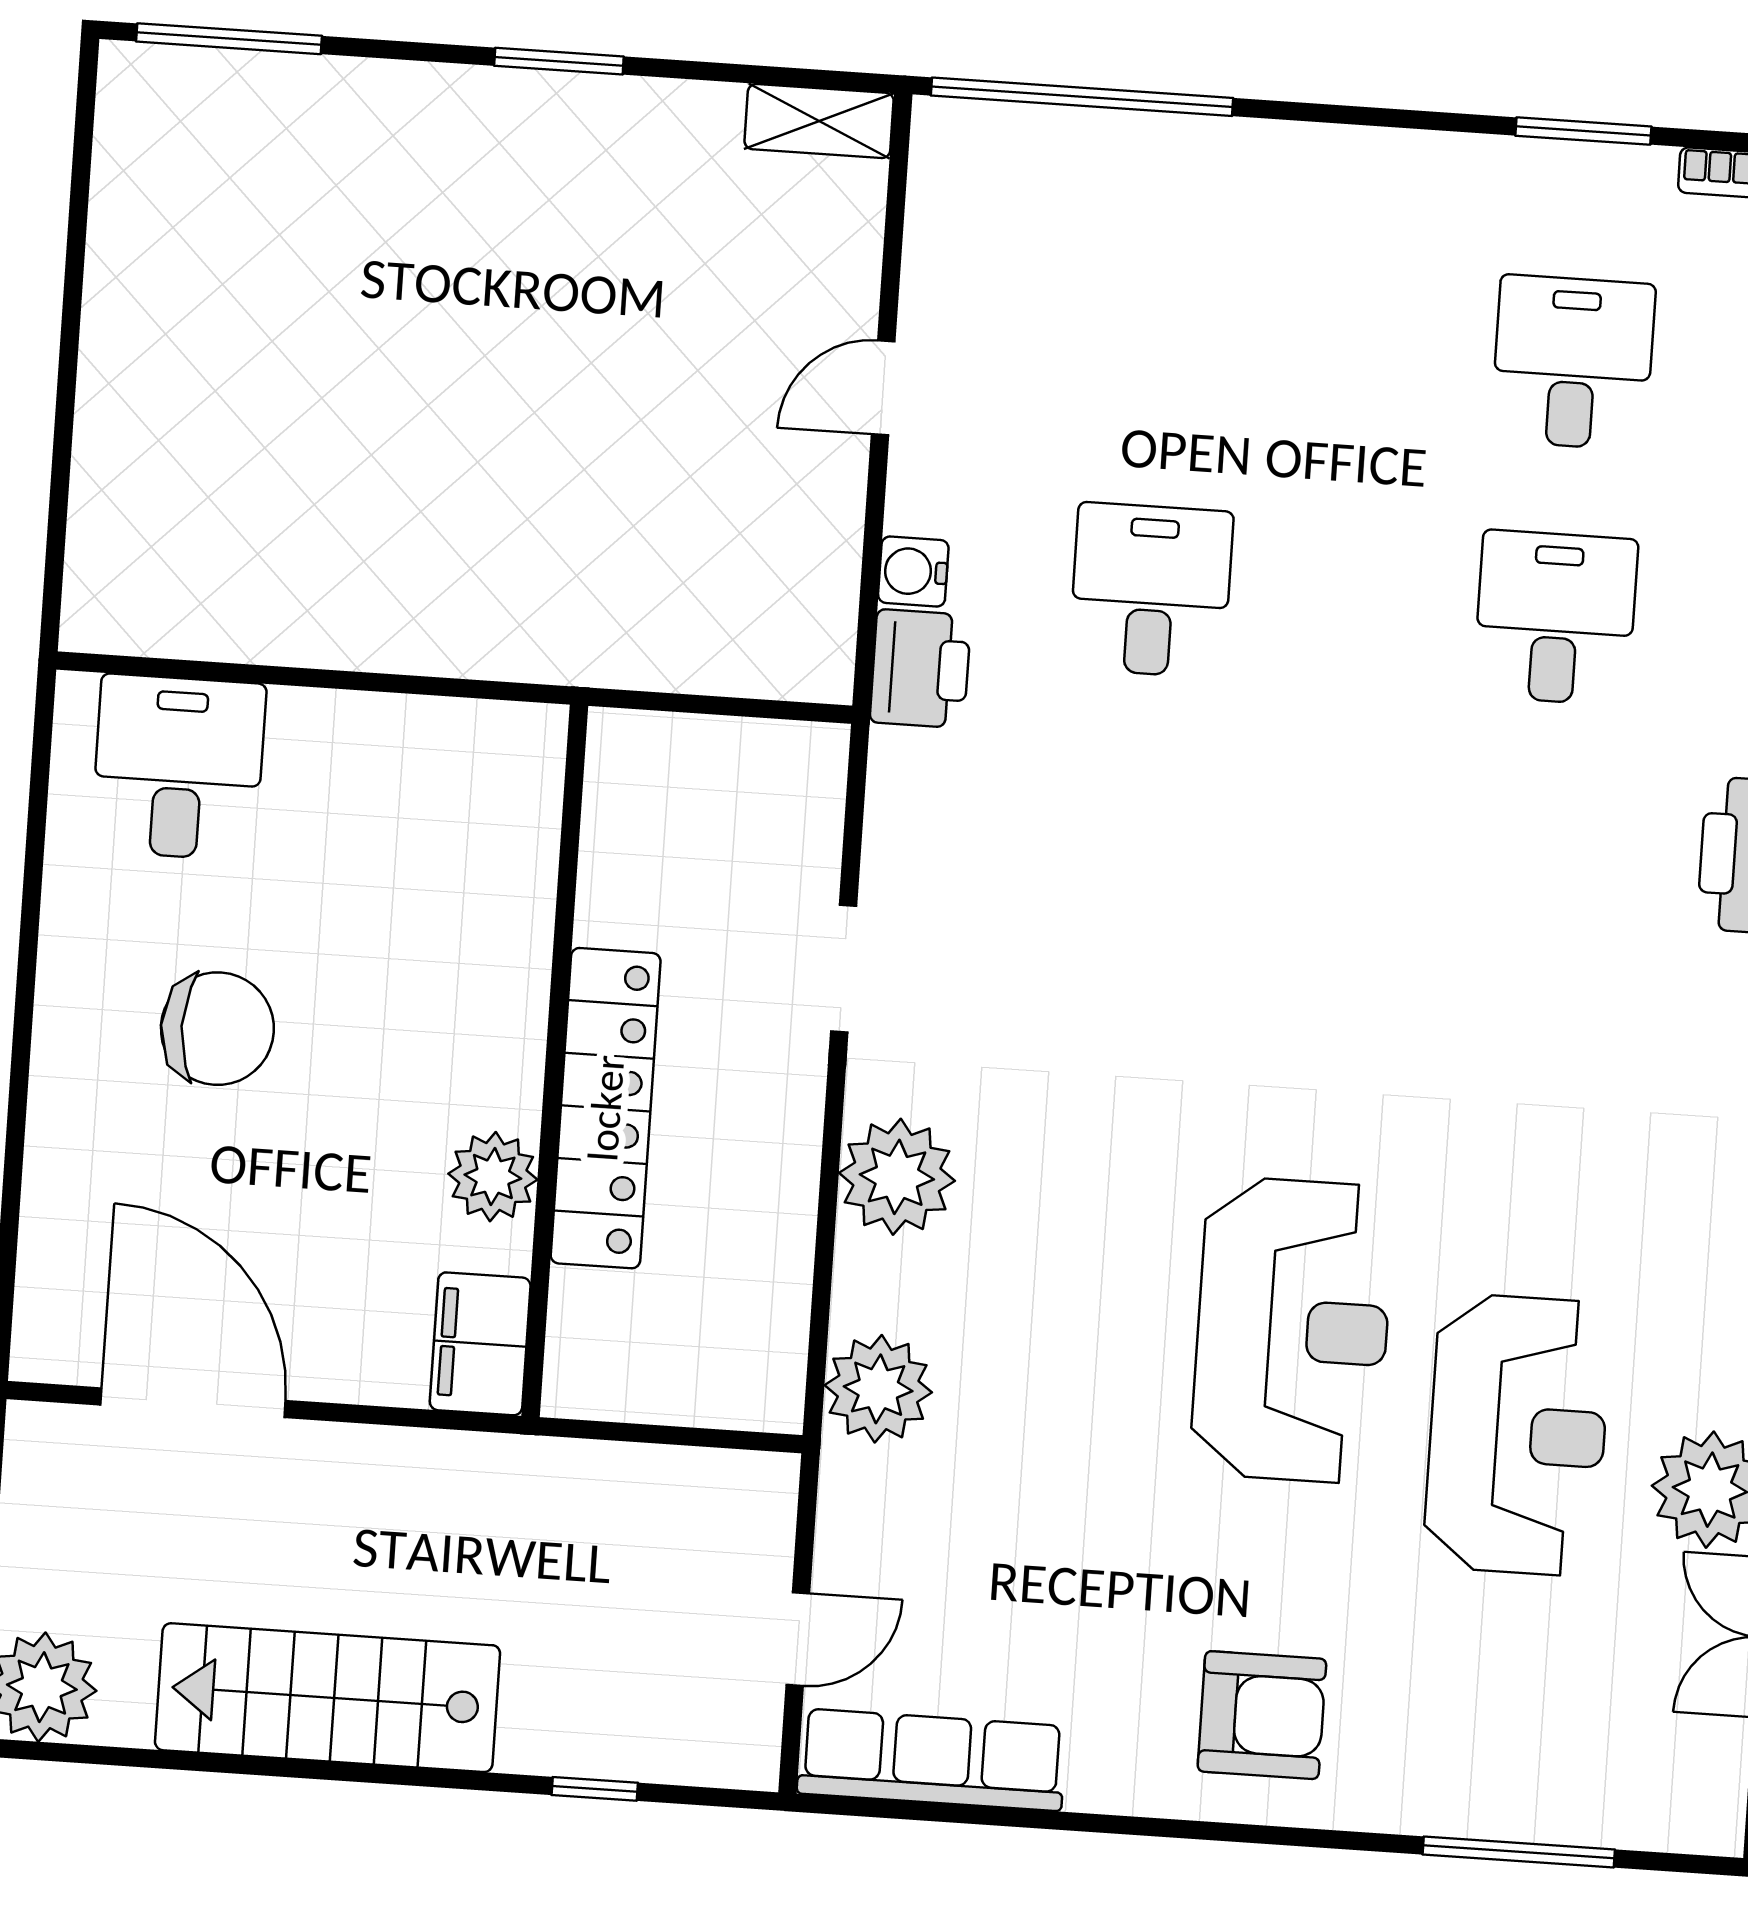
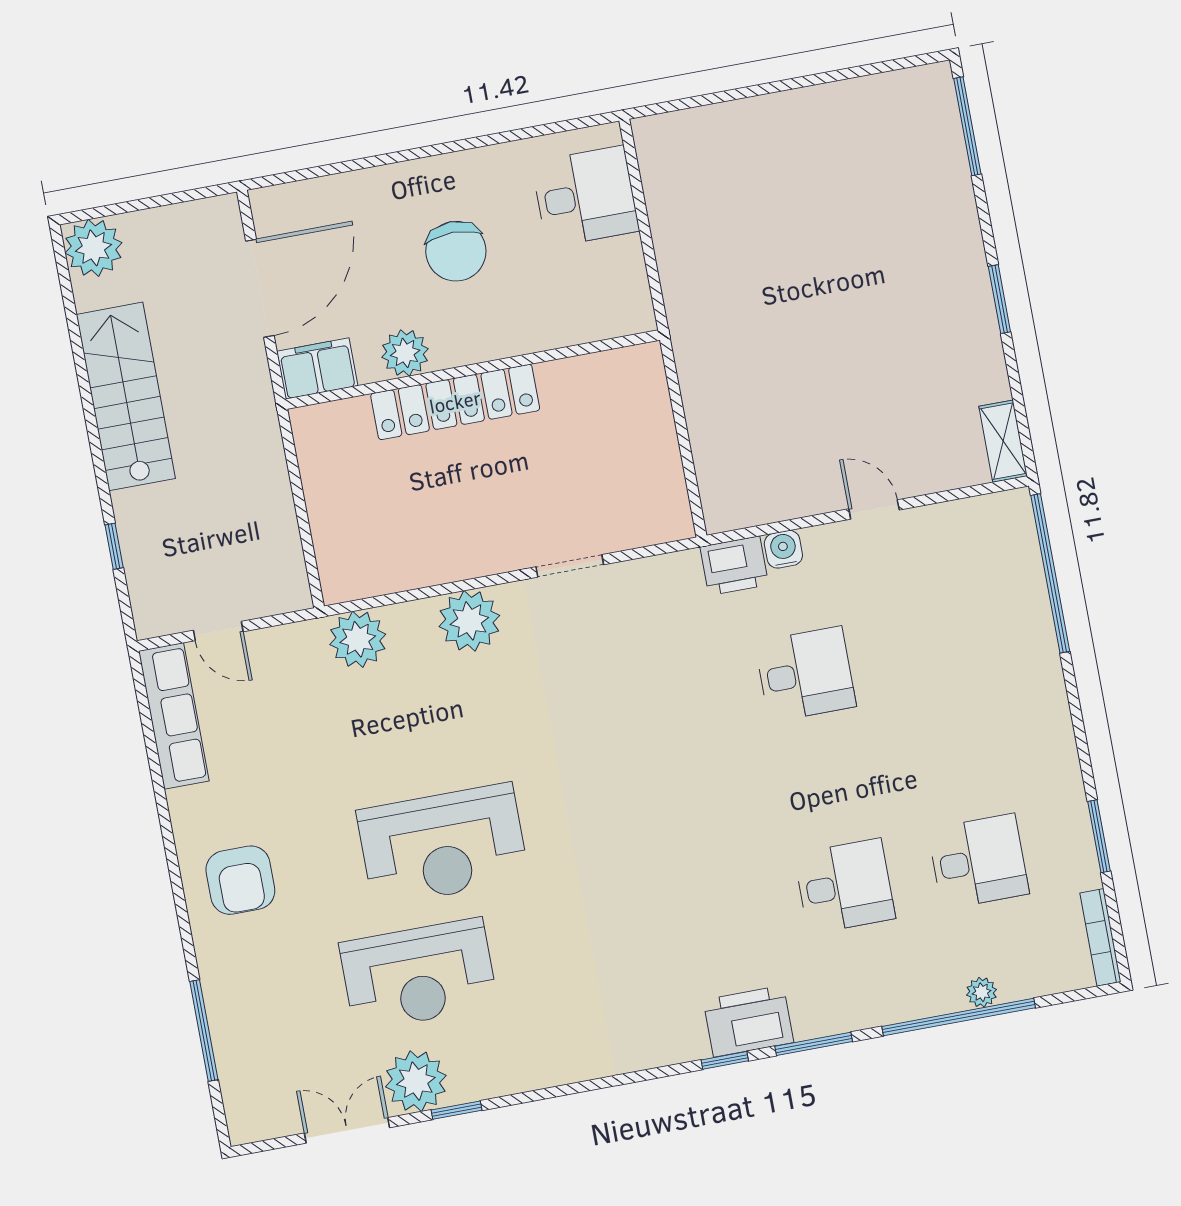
wall: (555, 1061) -> (473, 370), moved
locker: (606, 1108) -> (455, 402), moved
plant: (493, 1177) -> (405, 353), moved
filing cabinet: (480, 1344) -> (317, 369), moved

